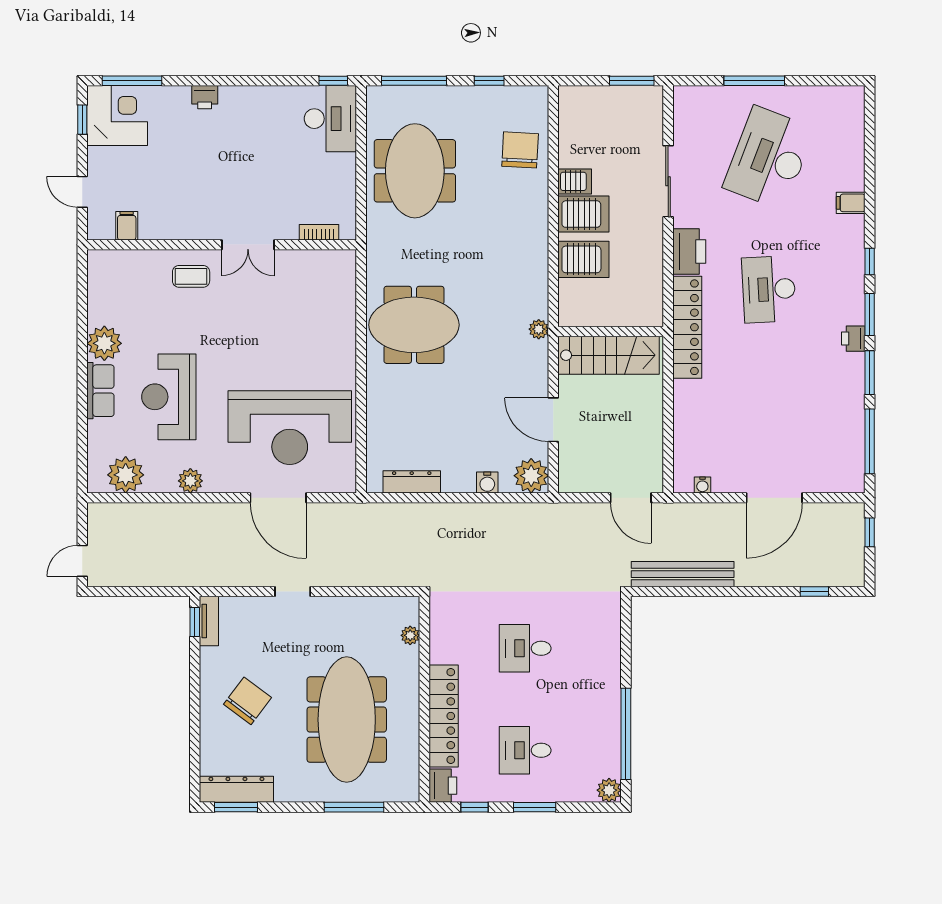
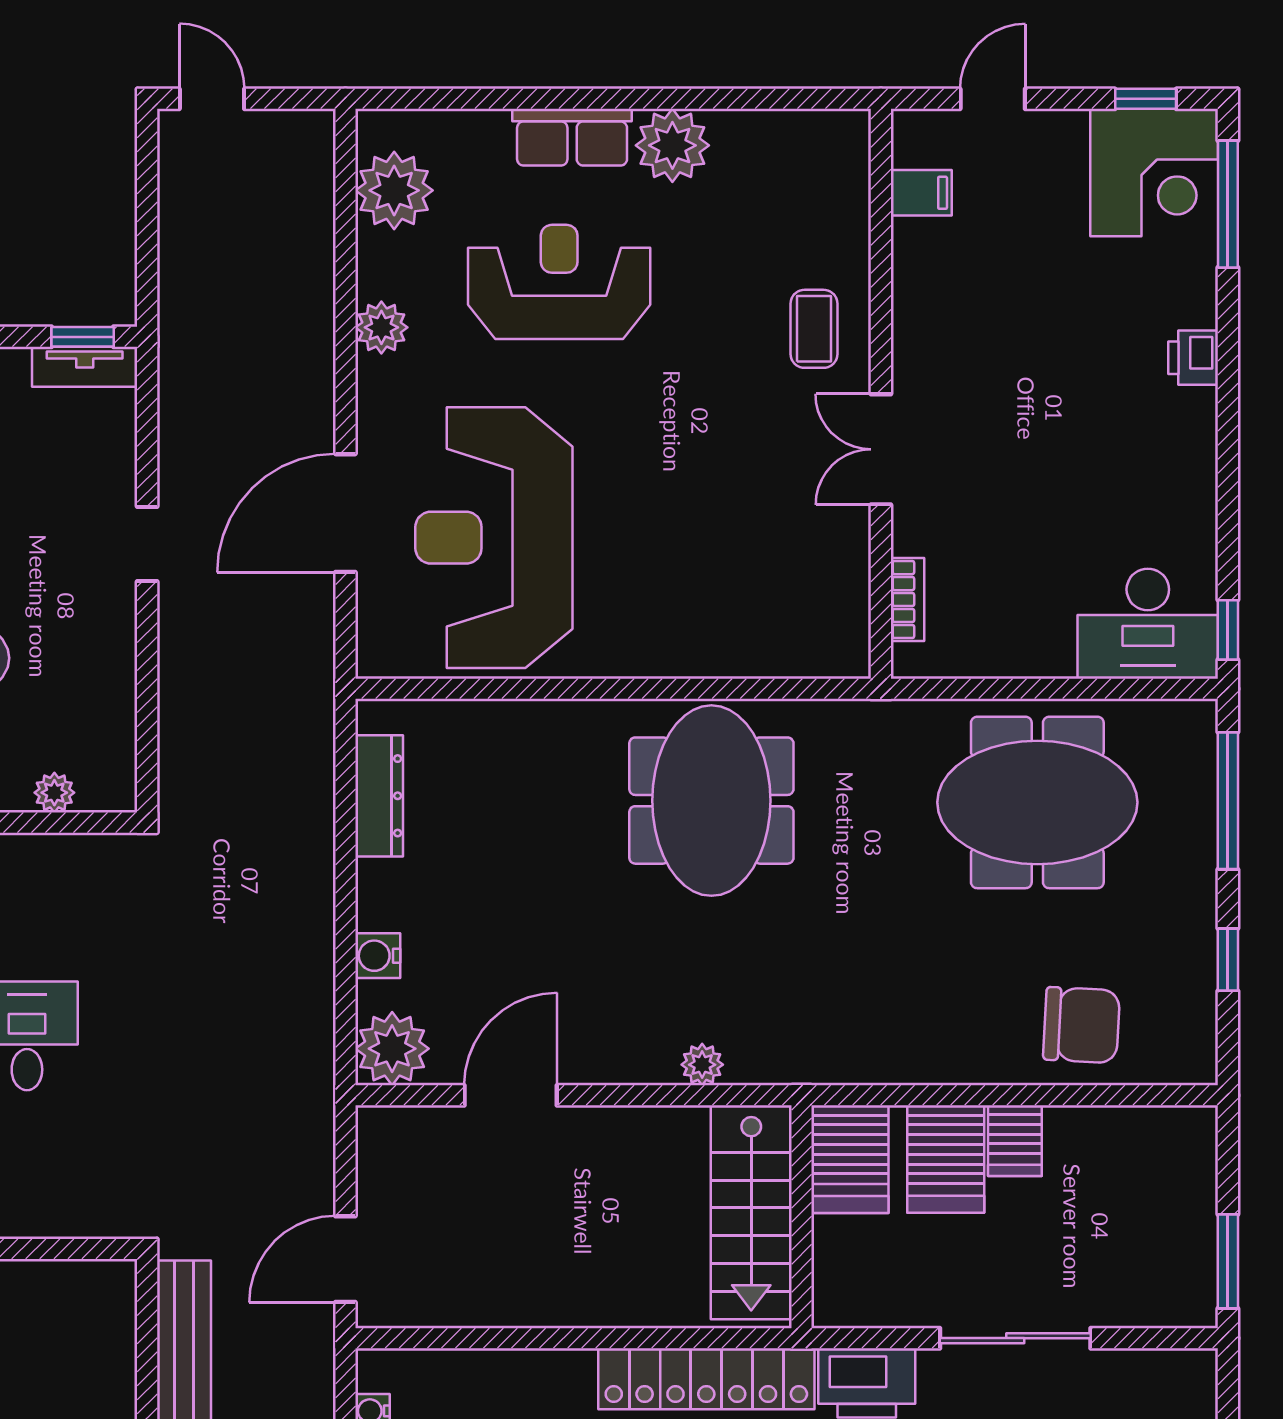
wall: (611, 331) -> (802, 1217), moved
stairs: (609, 355) -> (751, 1212), moved

